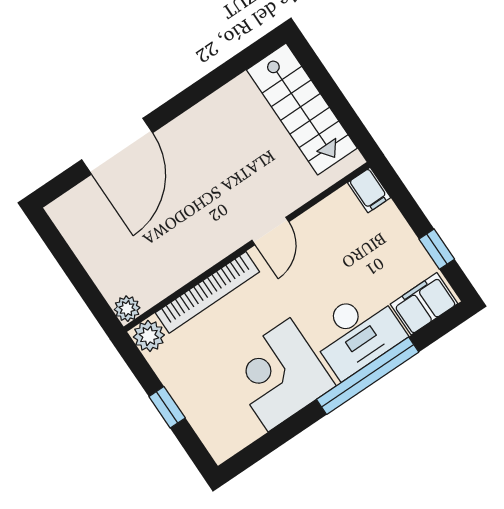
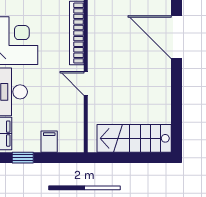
filing cabinet: (369, 190) -> (49, 142), moved, turned 90

